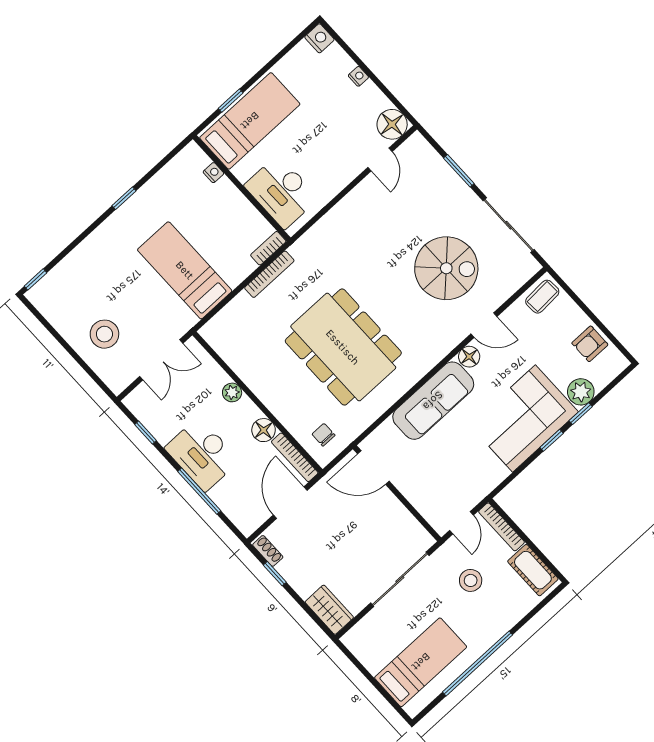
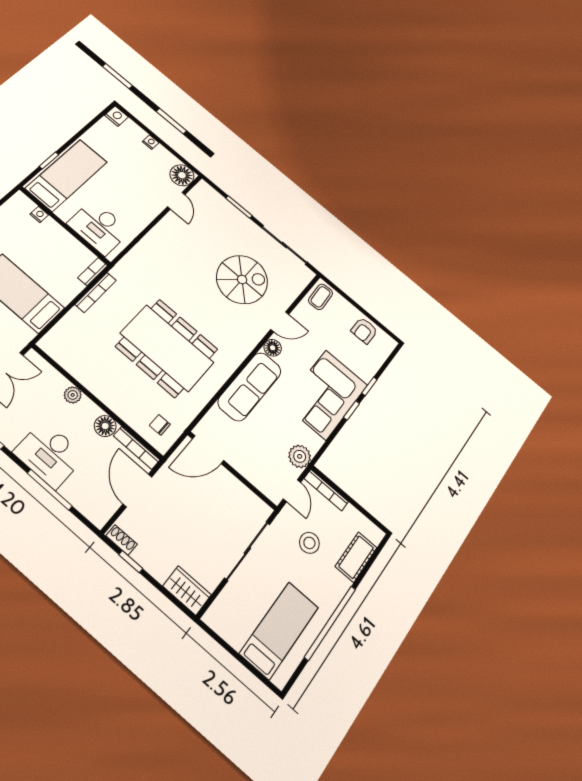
plant: (581, 392) -> (300, 456), moved
cot: (533, 570) -> (356, 557), moved, turned 90

